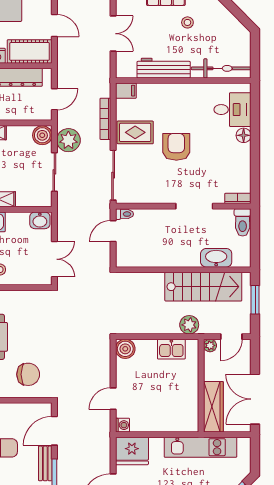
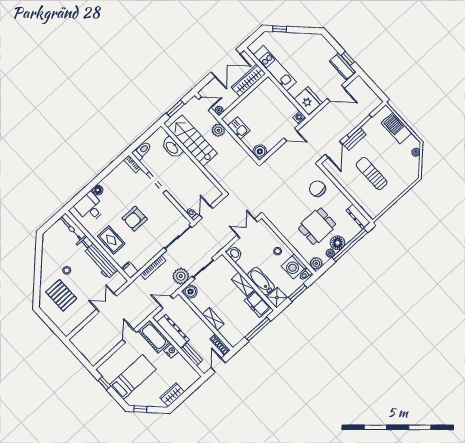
rug: (135, 132) -> (111, 240), moved
door: (113, 231) -> (206, 212), swing flipped
door: (54, 431) -> (334, 149), hinge flipped

